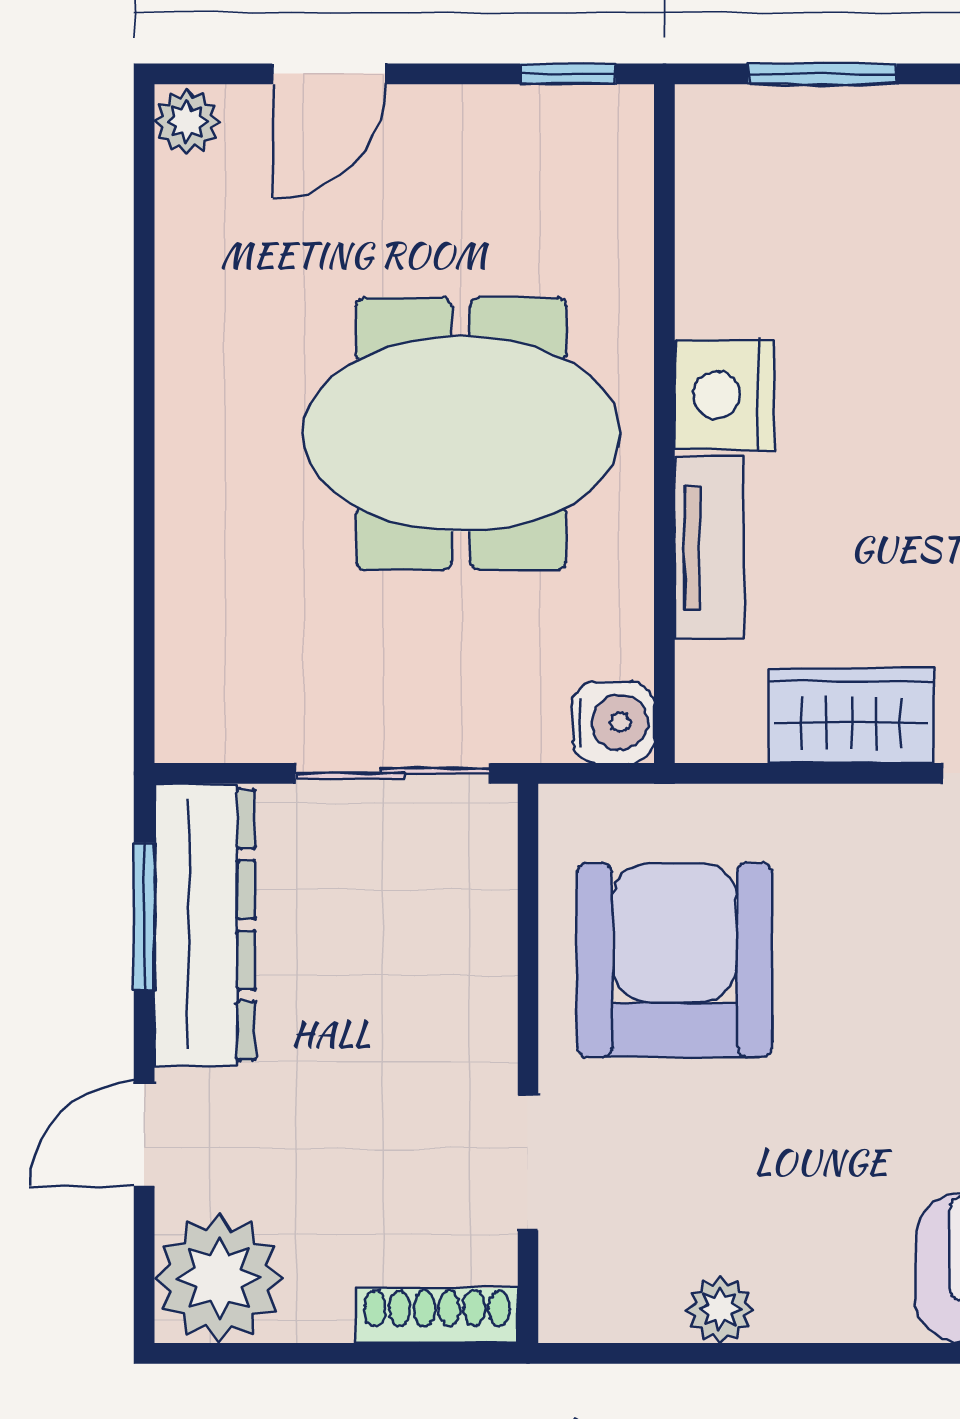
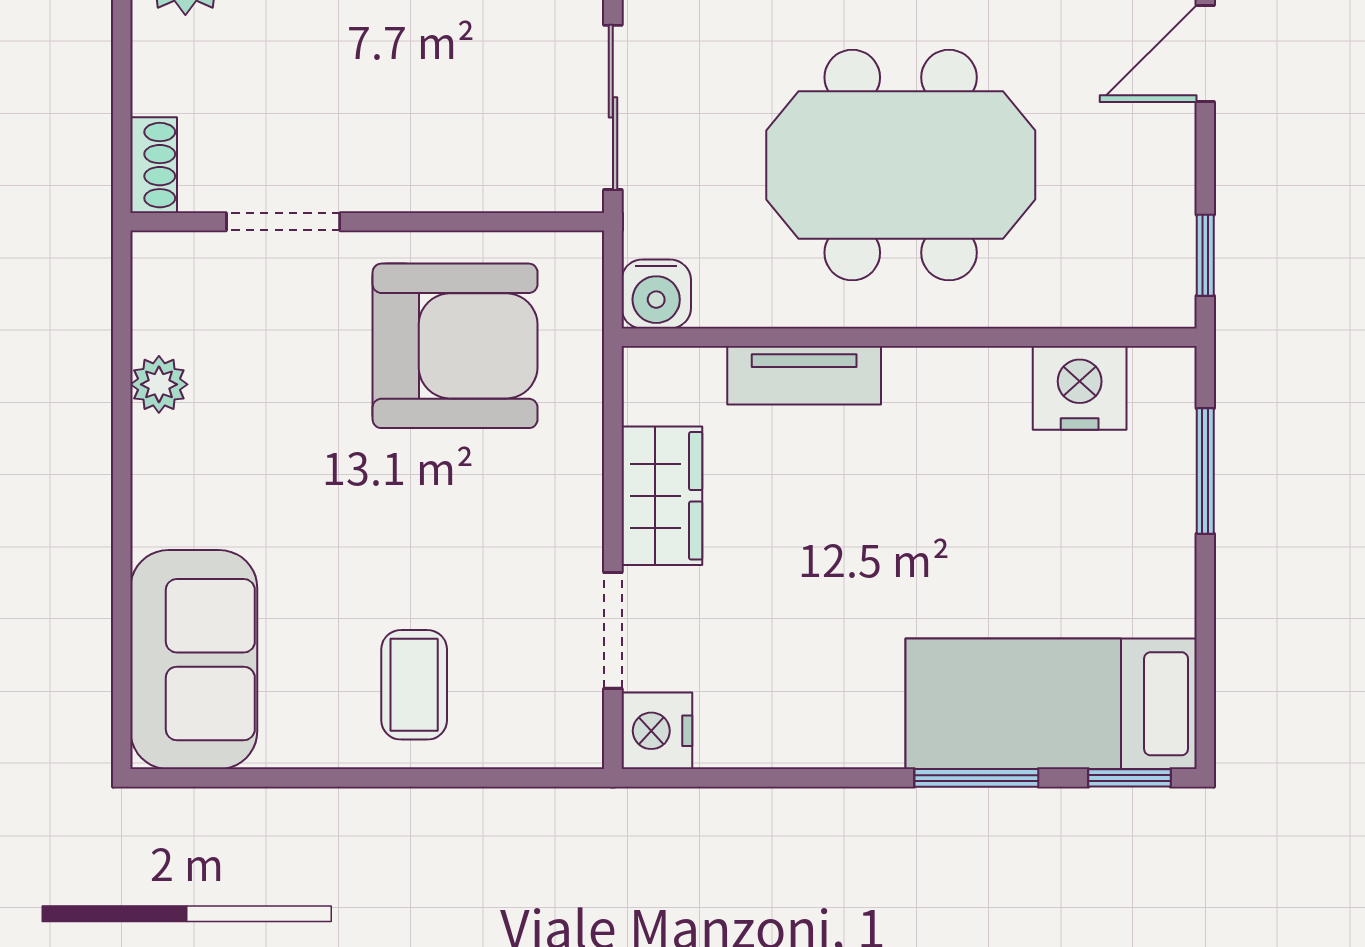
door: (329, 74) -> (1205, 53), hinge flipped
nightstand: (724, 395) -> (1080, 388), moved
meeting table: (461, 434) -> (901, 165), turned 90
shoe rack: (437, 1316) -> (154, 165), width x0.70

